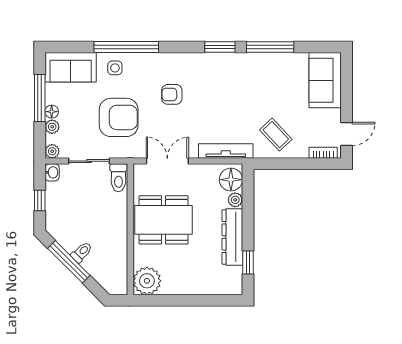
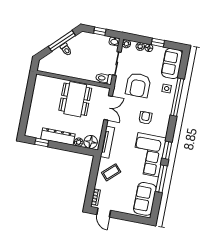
corner sofa: (234, 77) -> (148, 155), added
sofa: (325, 80) -> (145, 199), moved, turned -90
window: (40, 98) -> (158, 43), width x0.46
plant: (147, 281) -> (43, 83), removed

